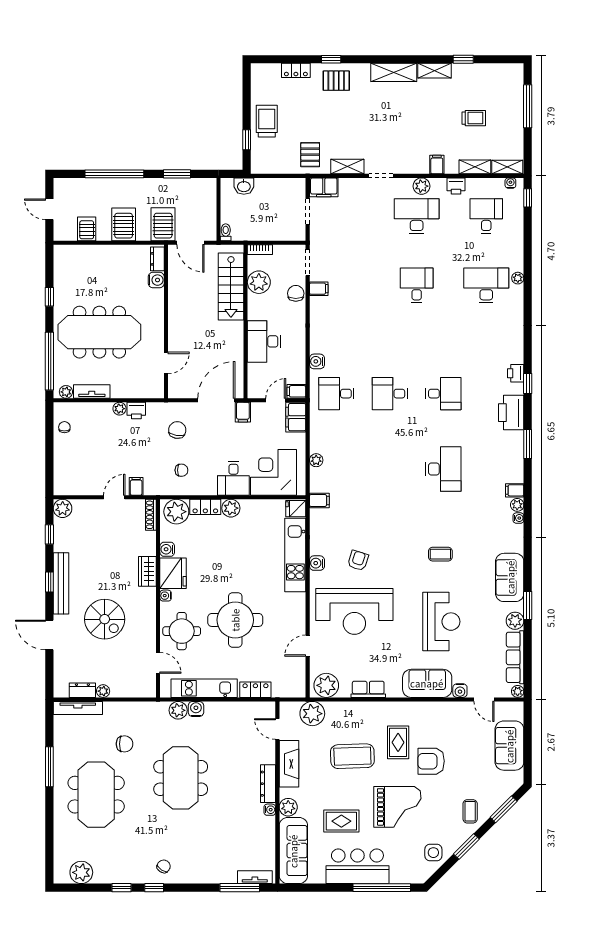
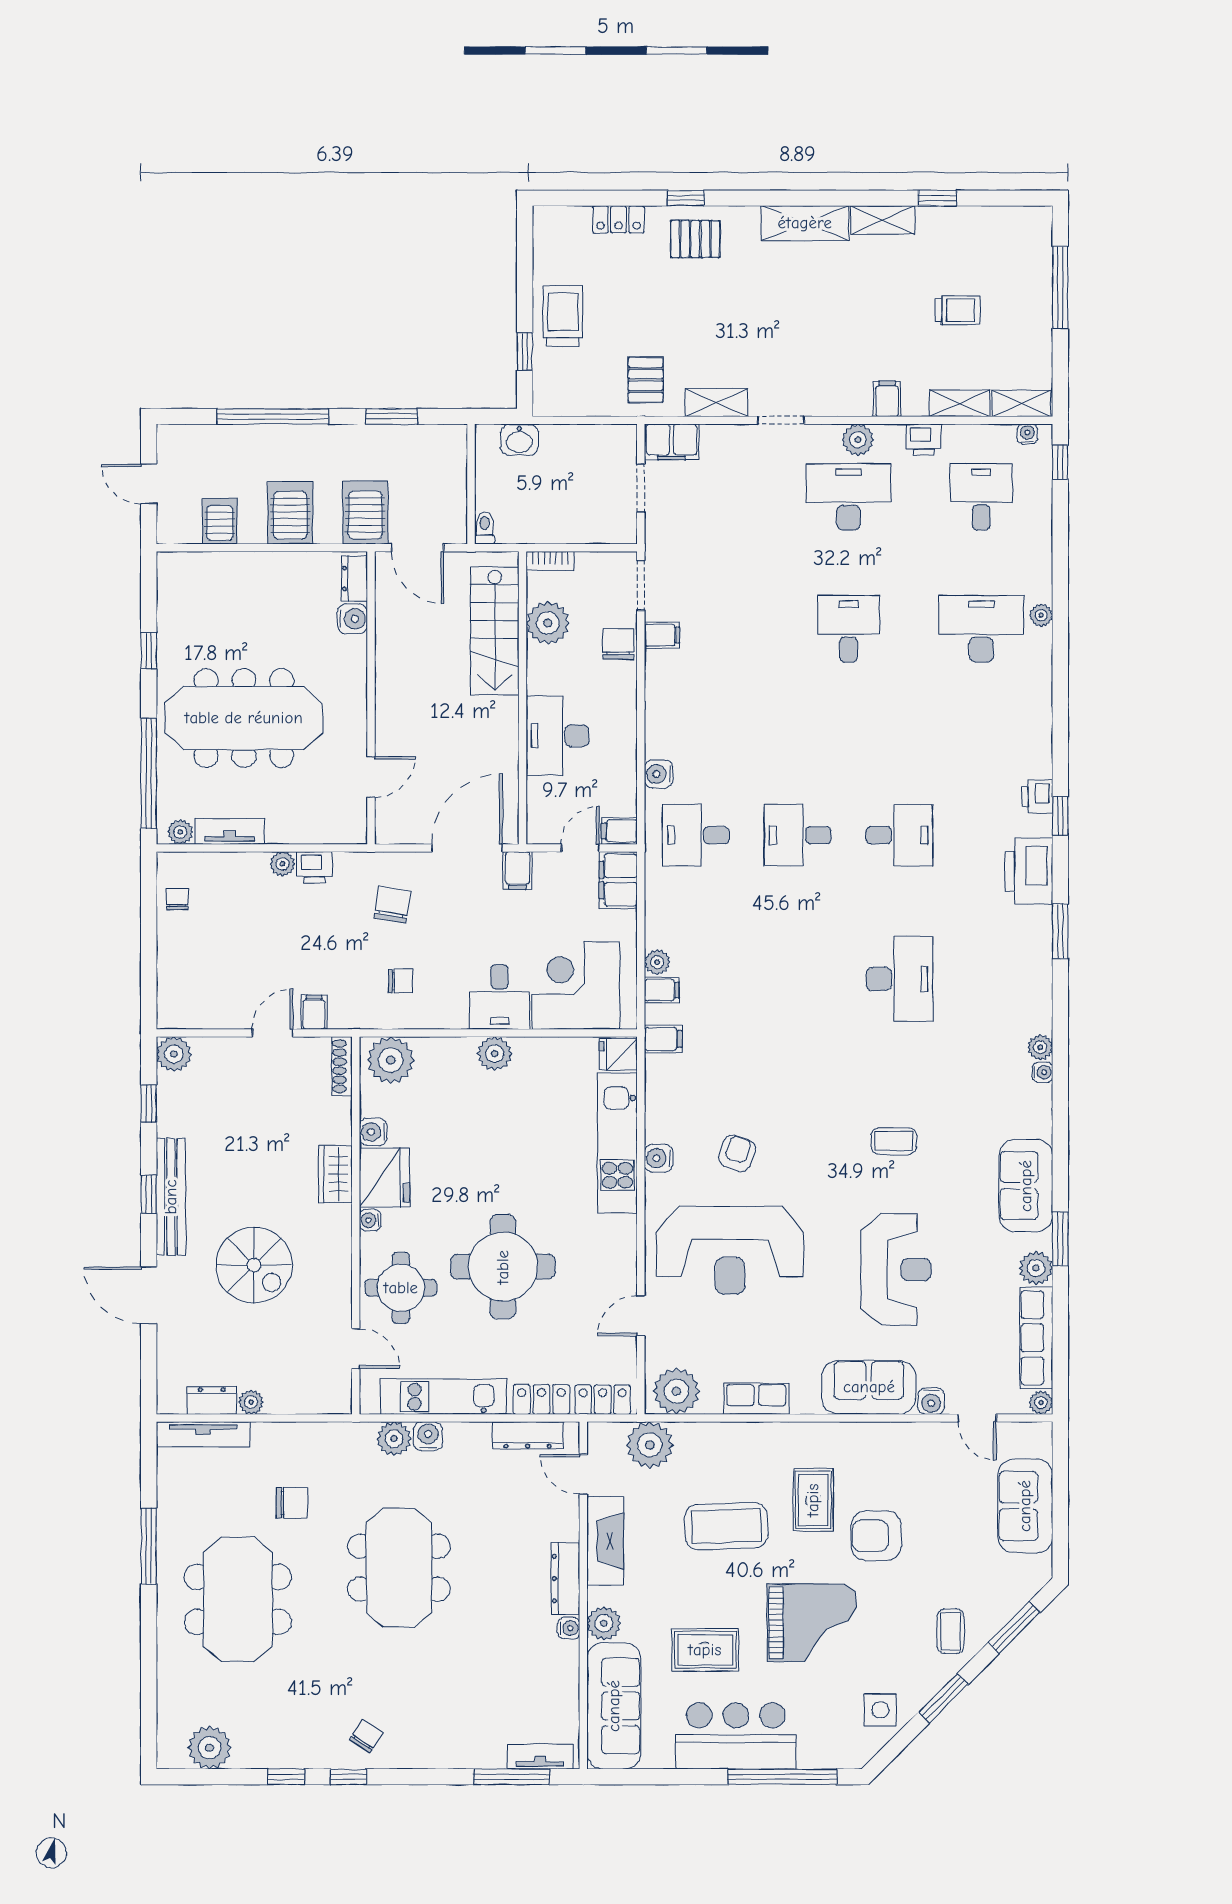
filing cabinet: (515, 490) -> (662, 990), moved, turned 180
locker: (205, 507) -> (603, 1400), moved, turned 180
dresser: (248, 709) -> (528, 1435), added

